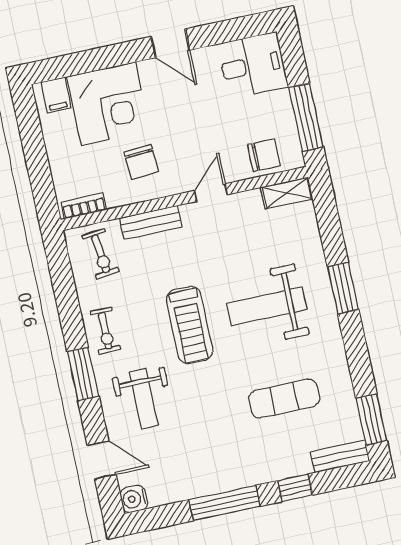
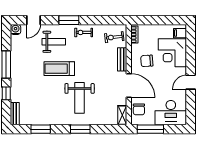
desk: (253, 65) -> (171, 113), width x1.37
door: (211, 193) -> (129, 85), width x1.88
weight bench: (267, 306) -> (80, 98), turned 180
treadmill: (189, 325) -> (59, 69), moved
exercise mat: (284, 398) -> (42, 97), removed
weight bench: (144, 399) -> (54, 42), turned 180
window: (371, 420) -> (41, 129), moved

